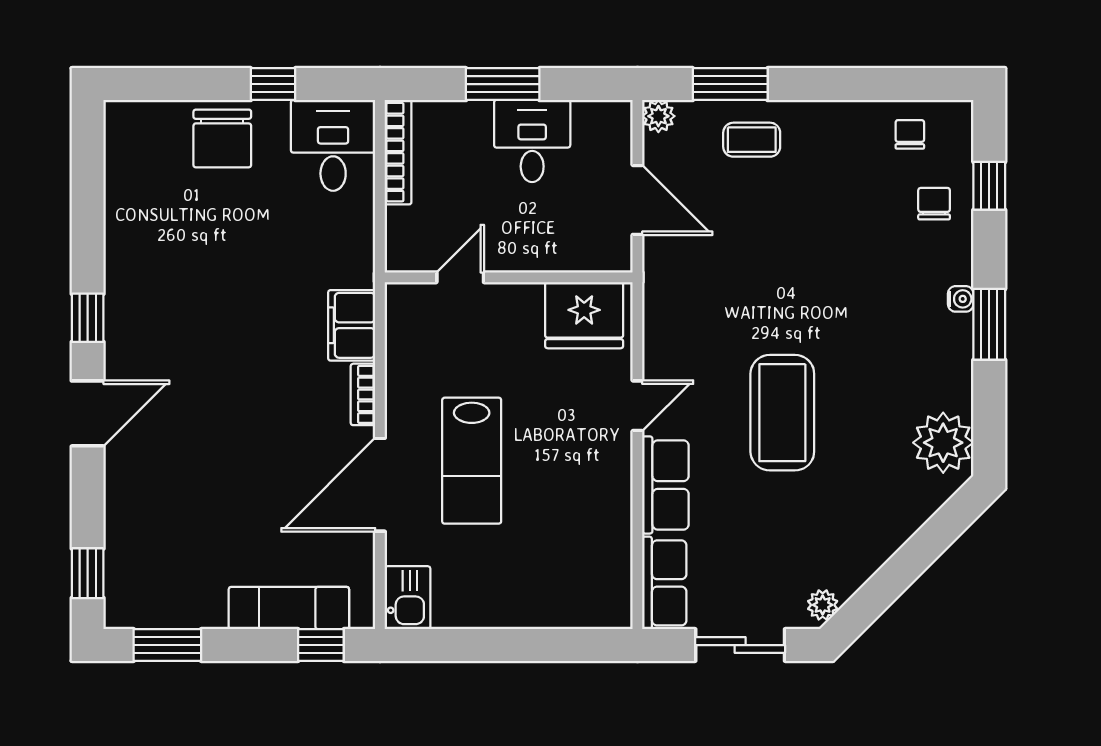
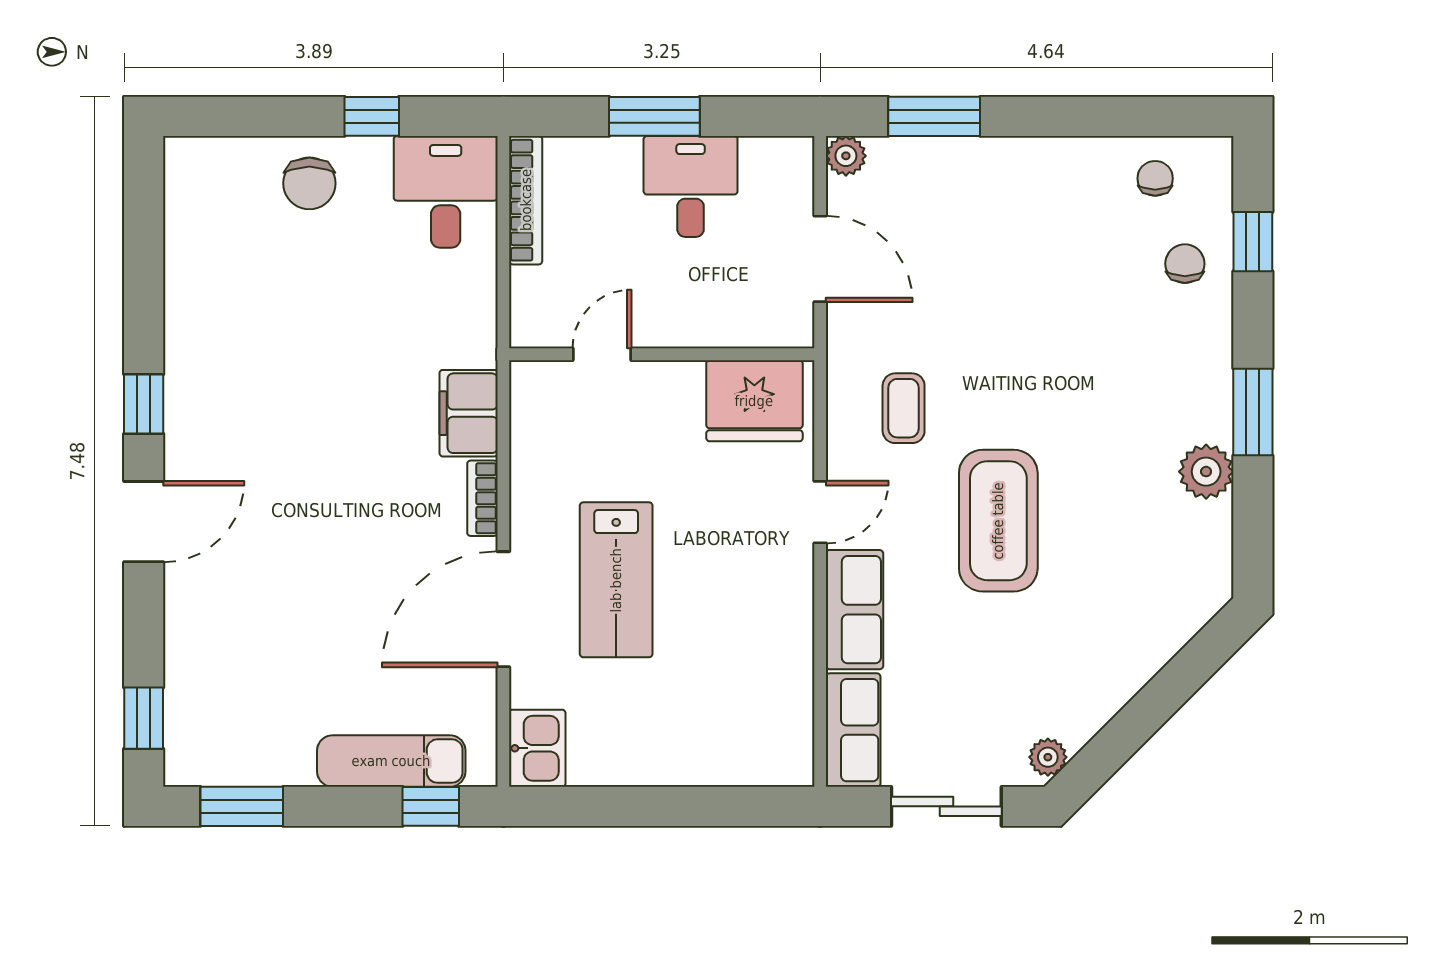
chair: (222, 138) -> (309, 183), width x0.73, depth x0.73
coffee table: (752, 140) -> (904, 408), moved, turned 90
water cooler: (961, 299) -> (1218, 381), removed
plant: (943, 443) -> (1206, 472), moved, width x0.73, depth x0.73

